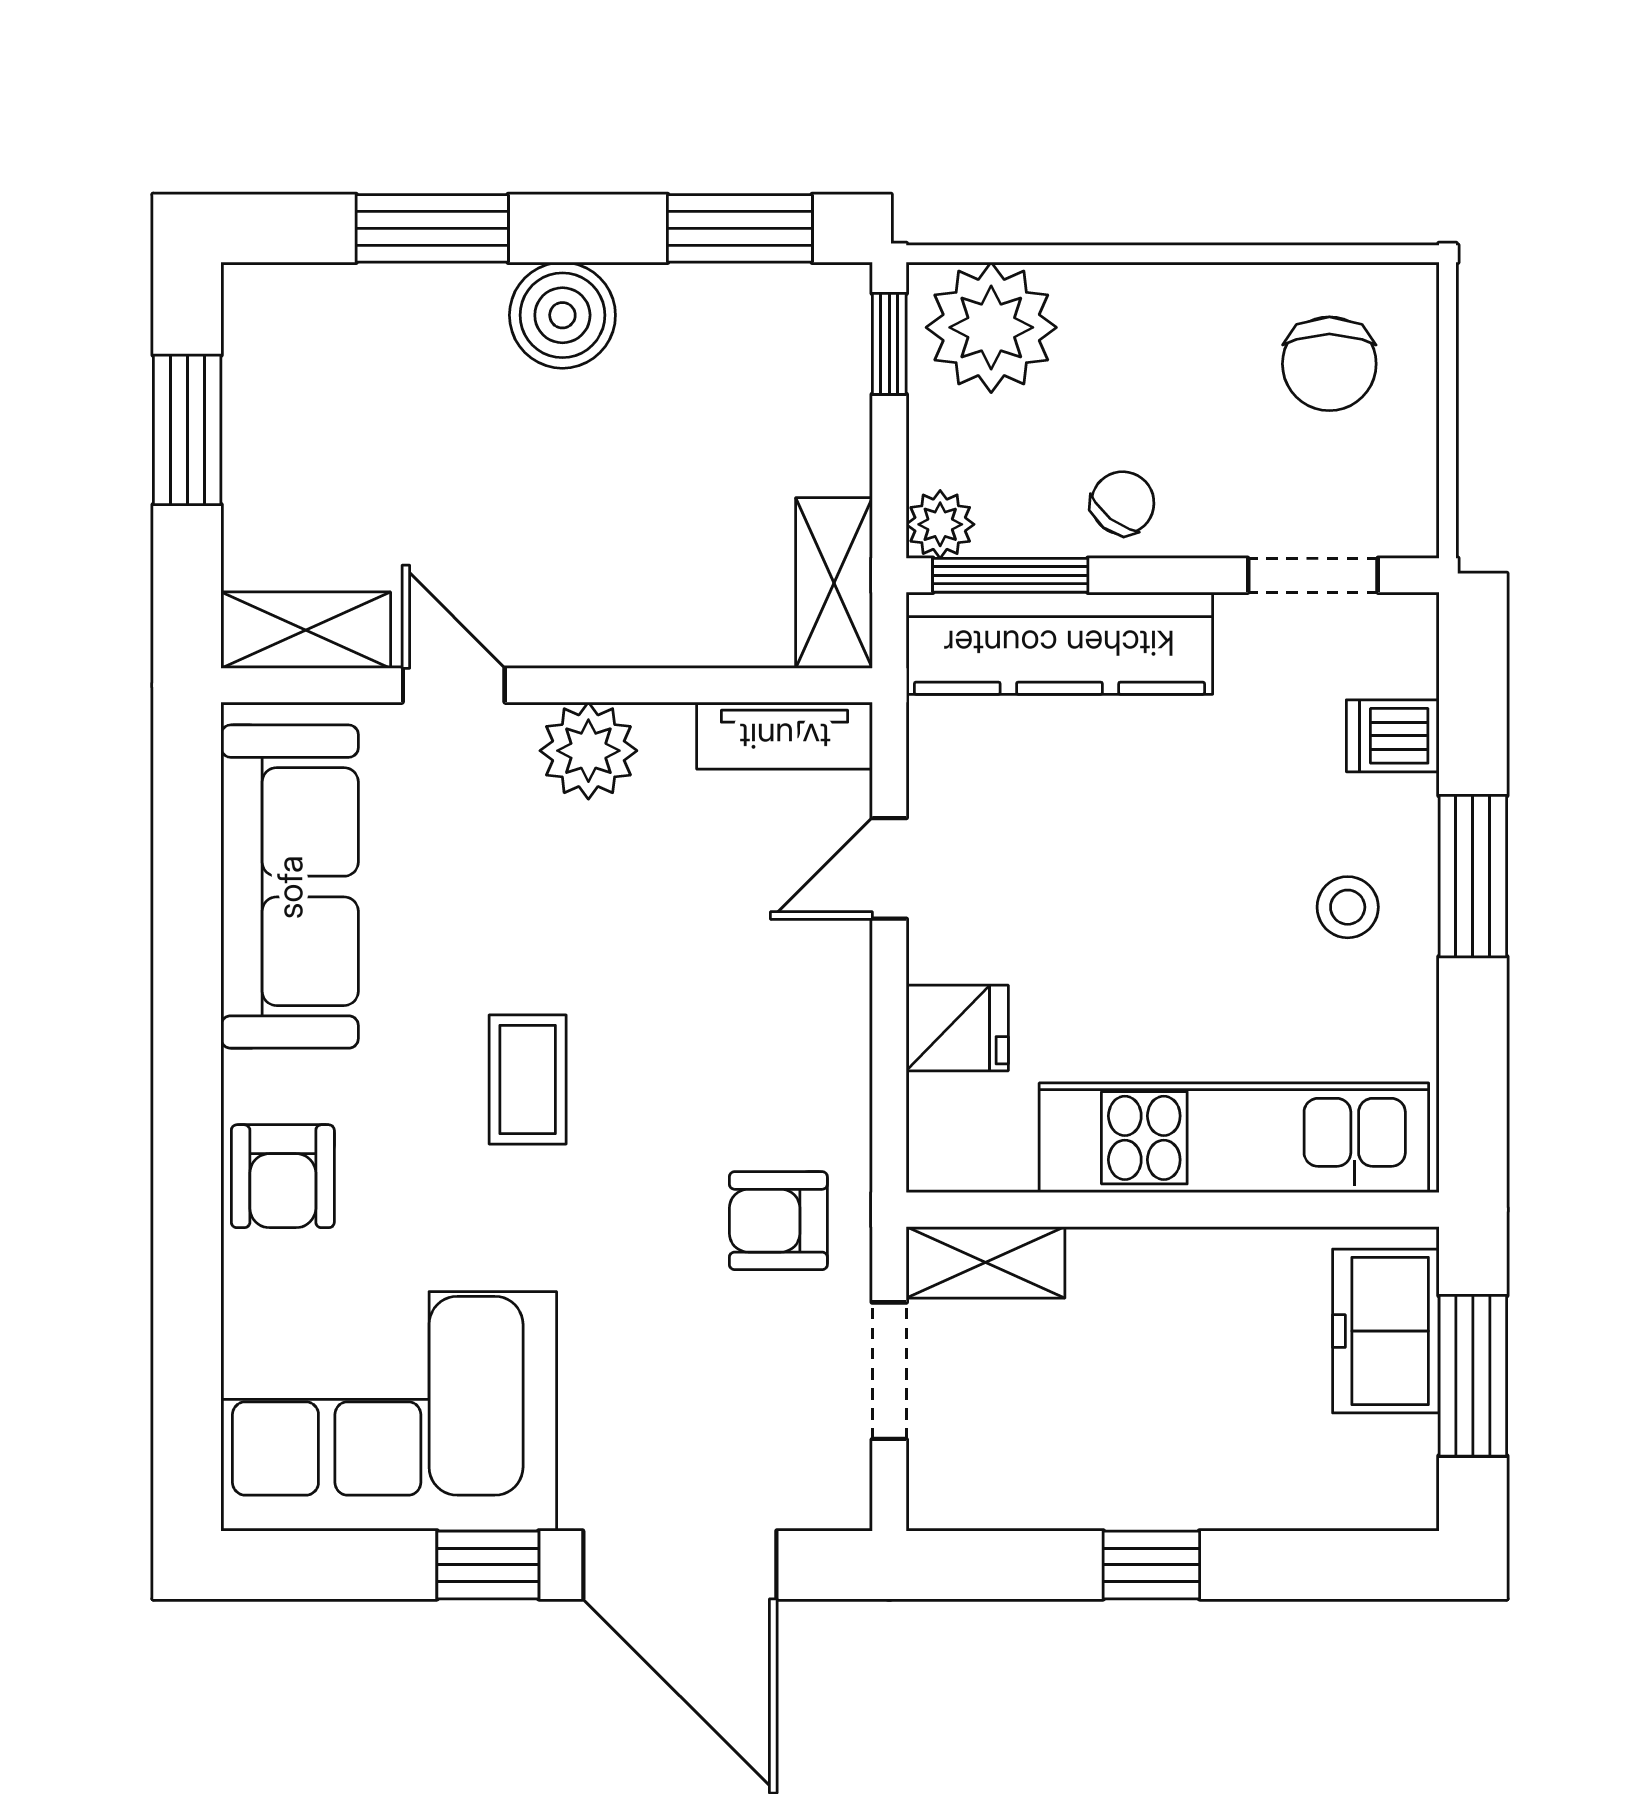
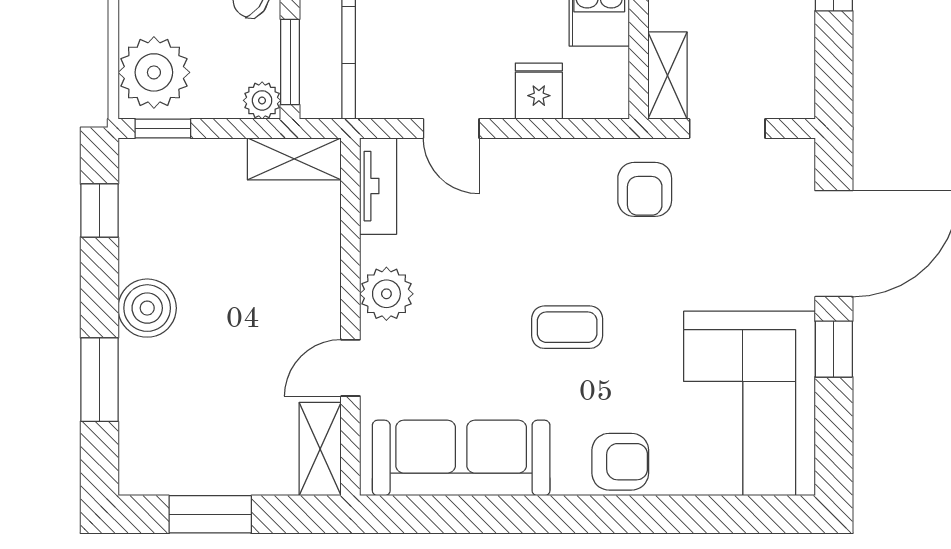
window: (740, 228) -> (99, 211), width x0.67

